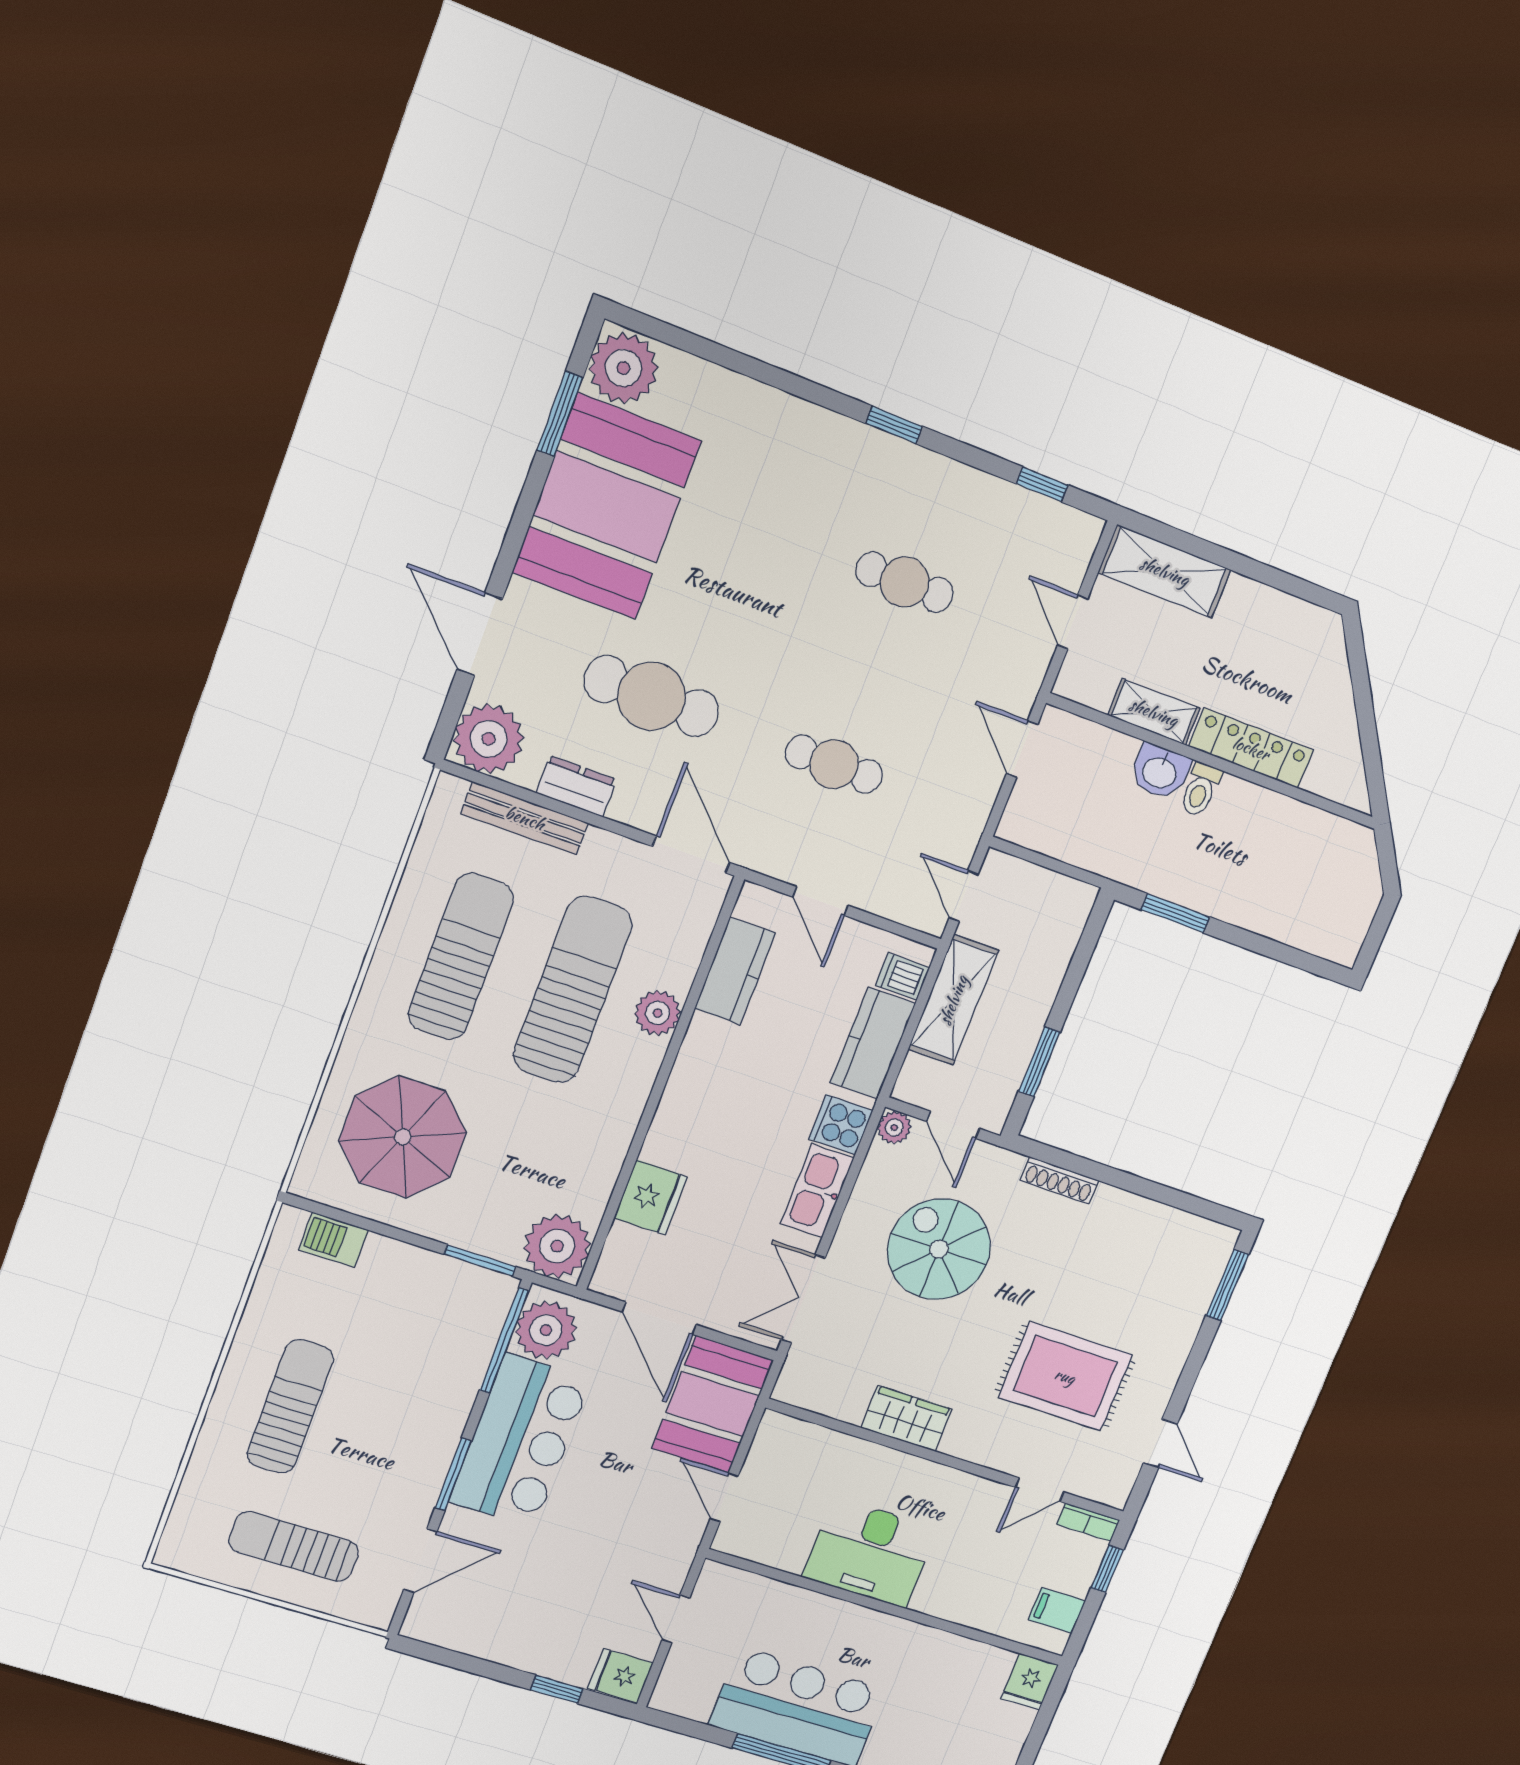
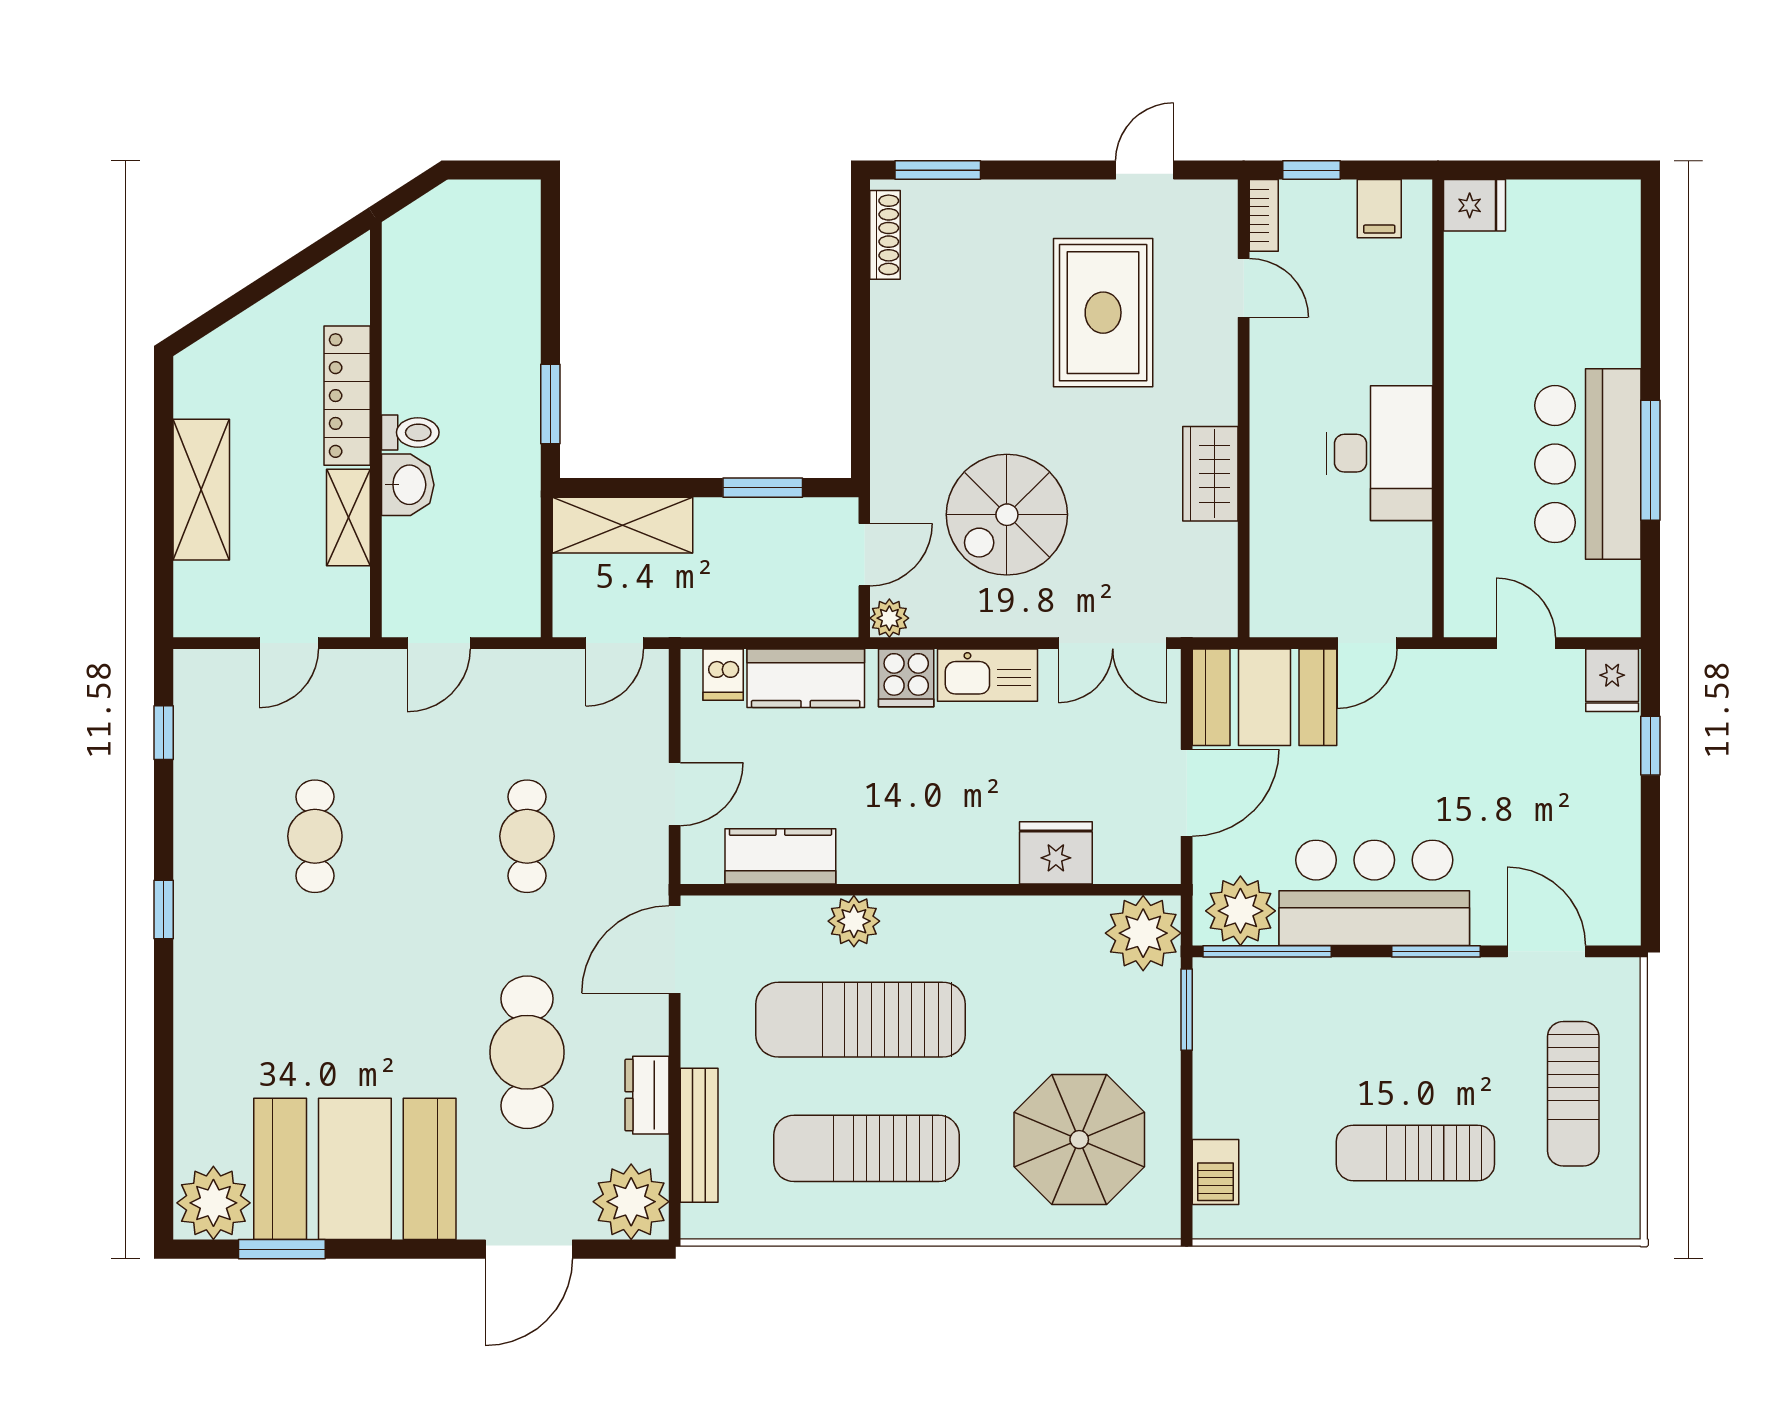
shelving: (1165, 571) -> (201, 490), moved
shelving: (953, 1000) -> (622, 525), moved
shoe rack: (1059, 1180) -> (885, 235), moved
door: (676, 1619) -> (1526, 643), swing flipped

